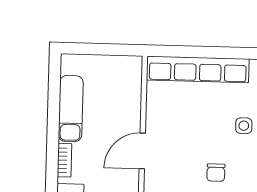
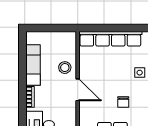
stool: (122, 114) -> (65, 68), added
door: (142, 151) -> (78, 90), swing flipped

